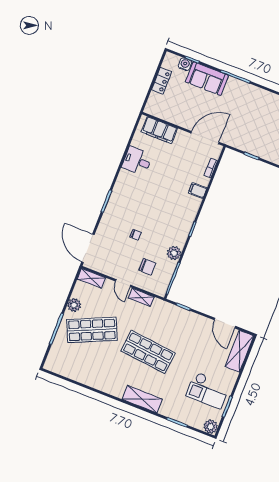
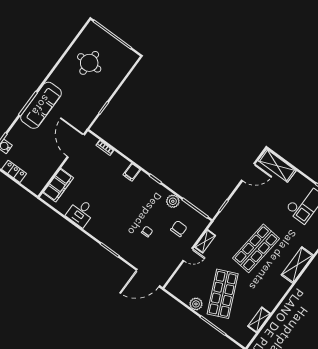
sofa: (207, 79) -> (41, 105), moved, width x1.36
filing cabinet: (198, 190) -> (132, 172), moved
shelving: (91, 278) -> (259, 320), moved

